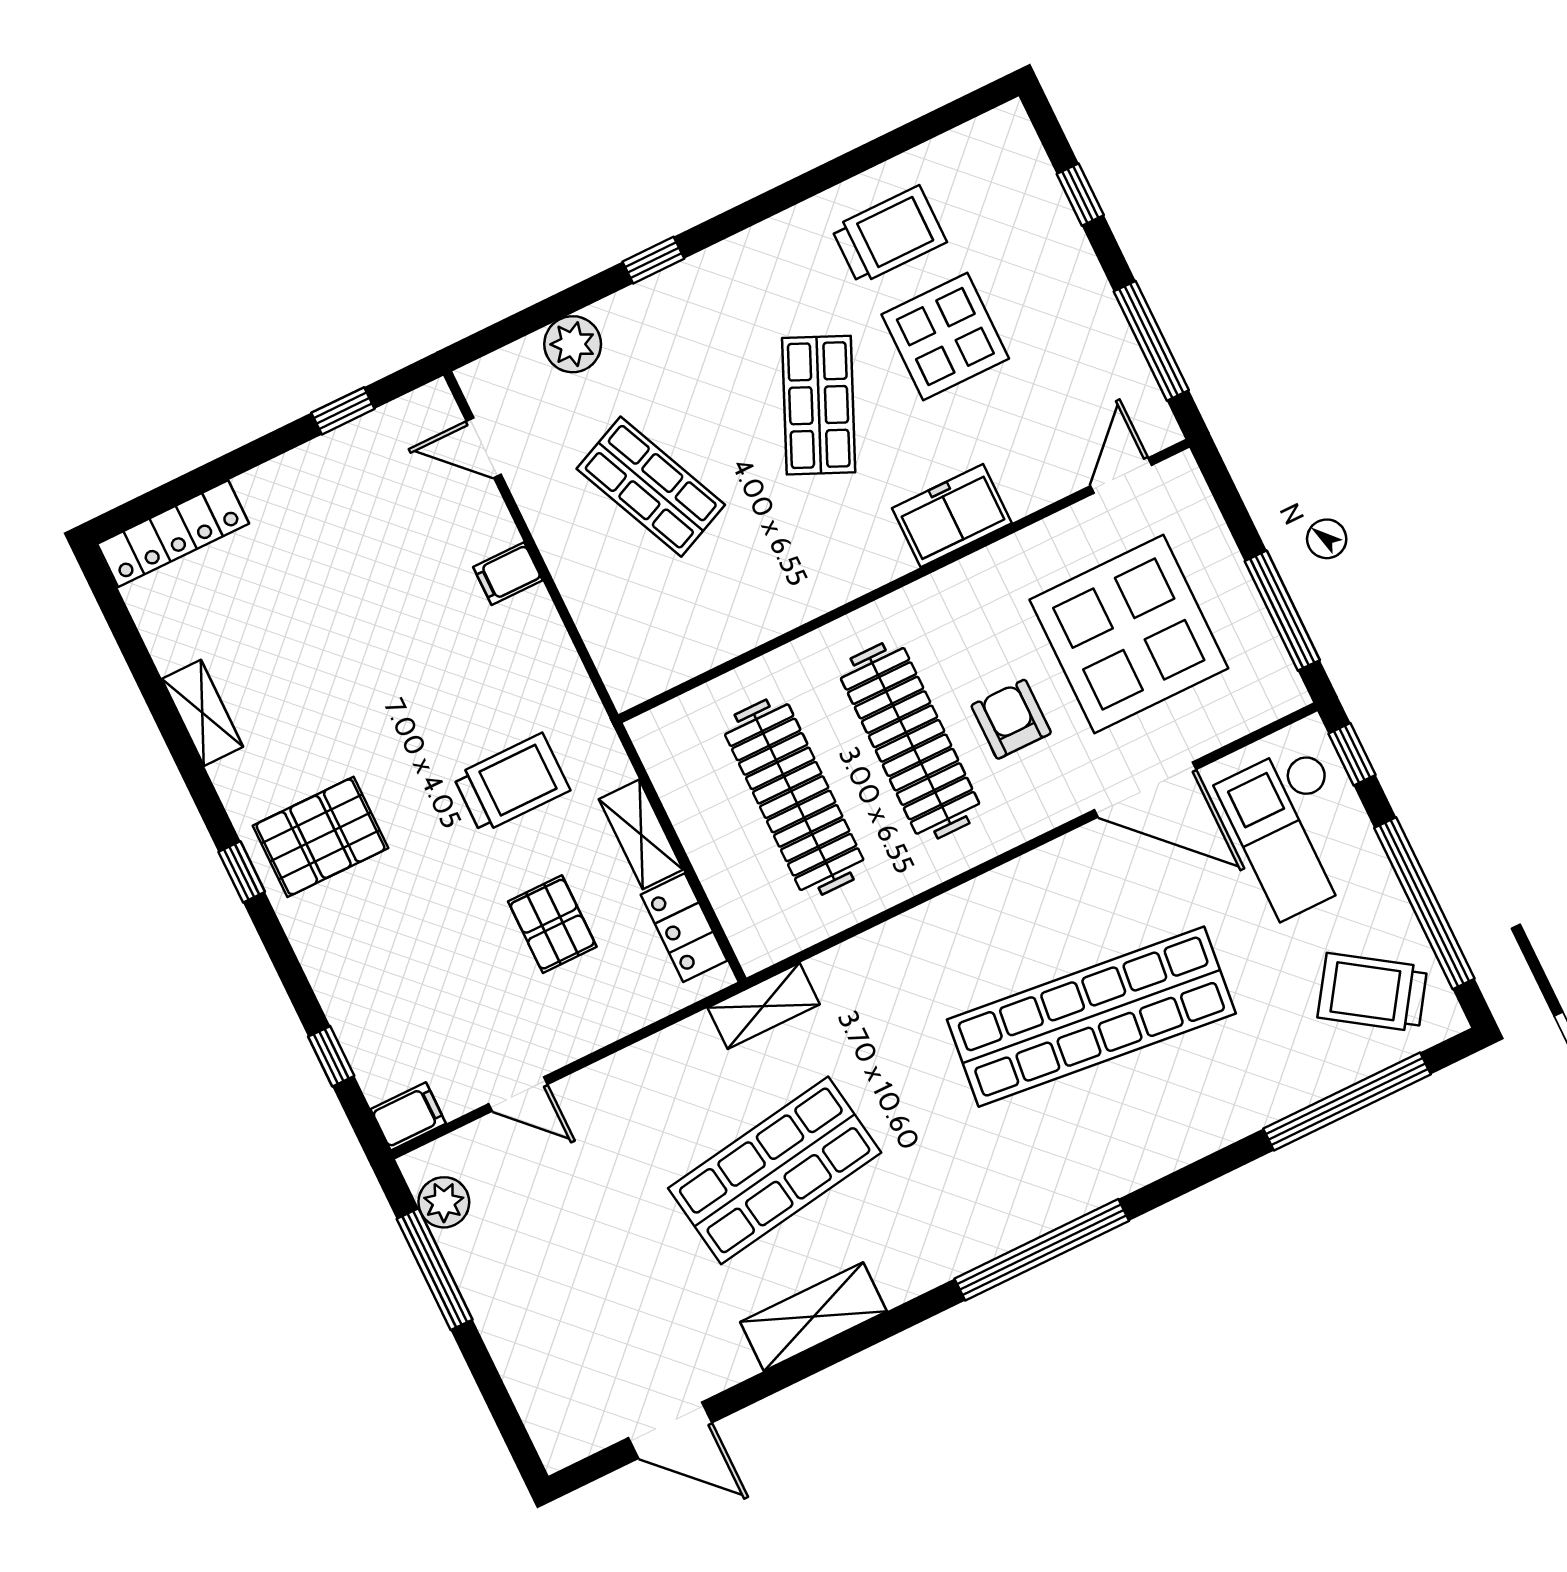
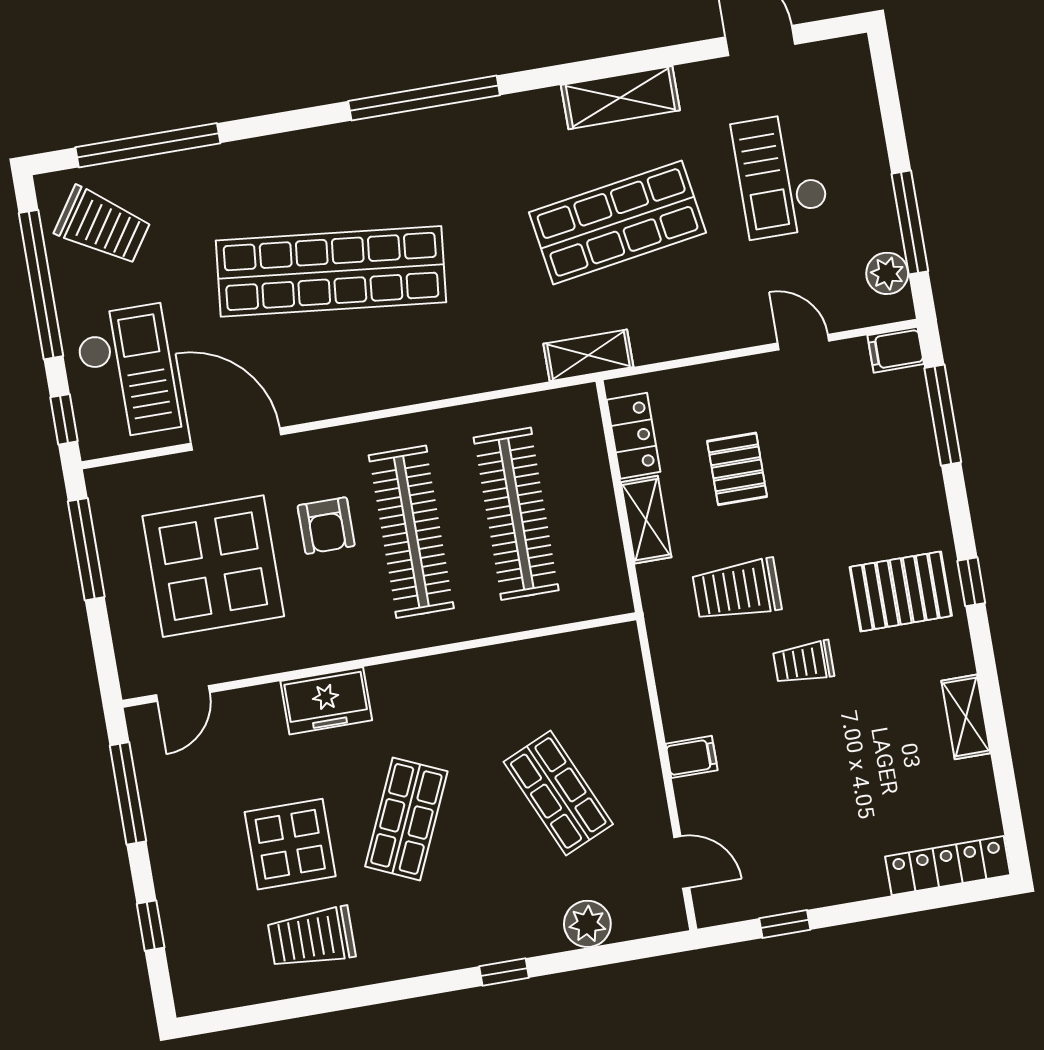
trolley: (410, 721) -> (804, 663), added
window: (331, 1056) -> (943, 415), width x2.17
checkout: (601, 1280) -> (781, 175), added

